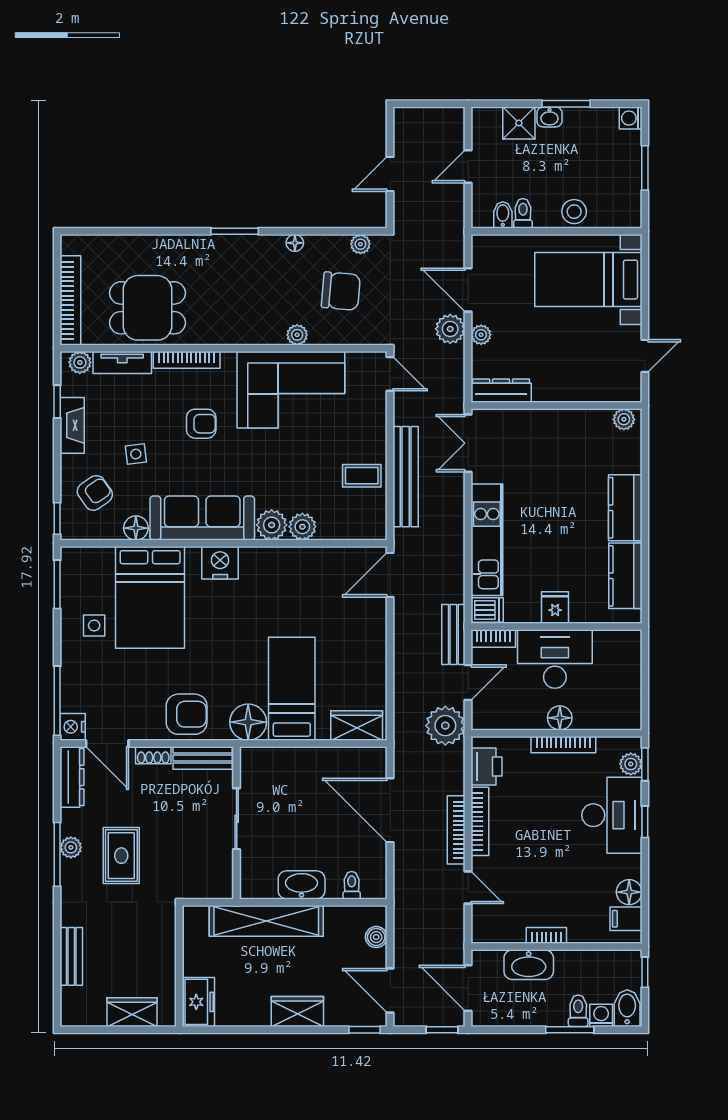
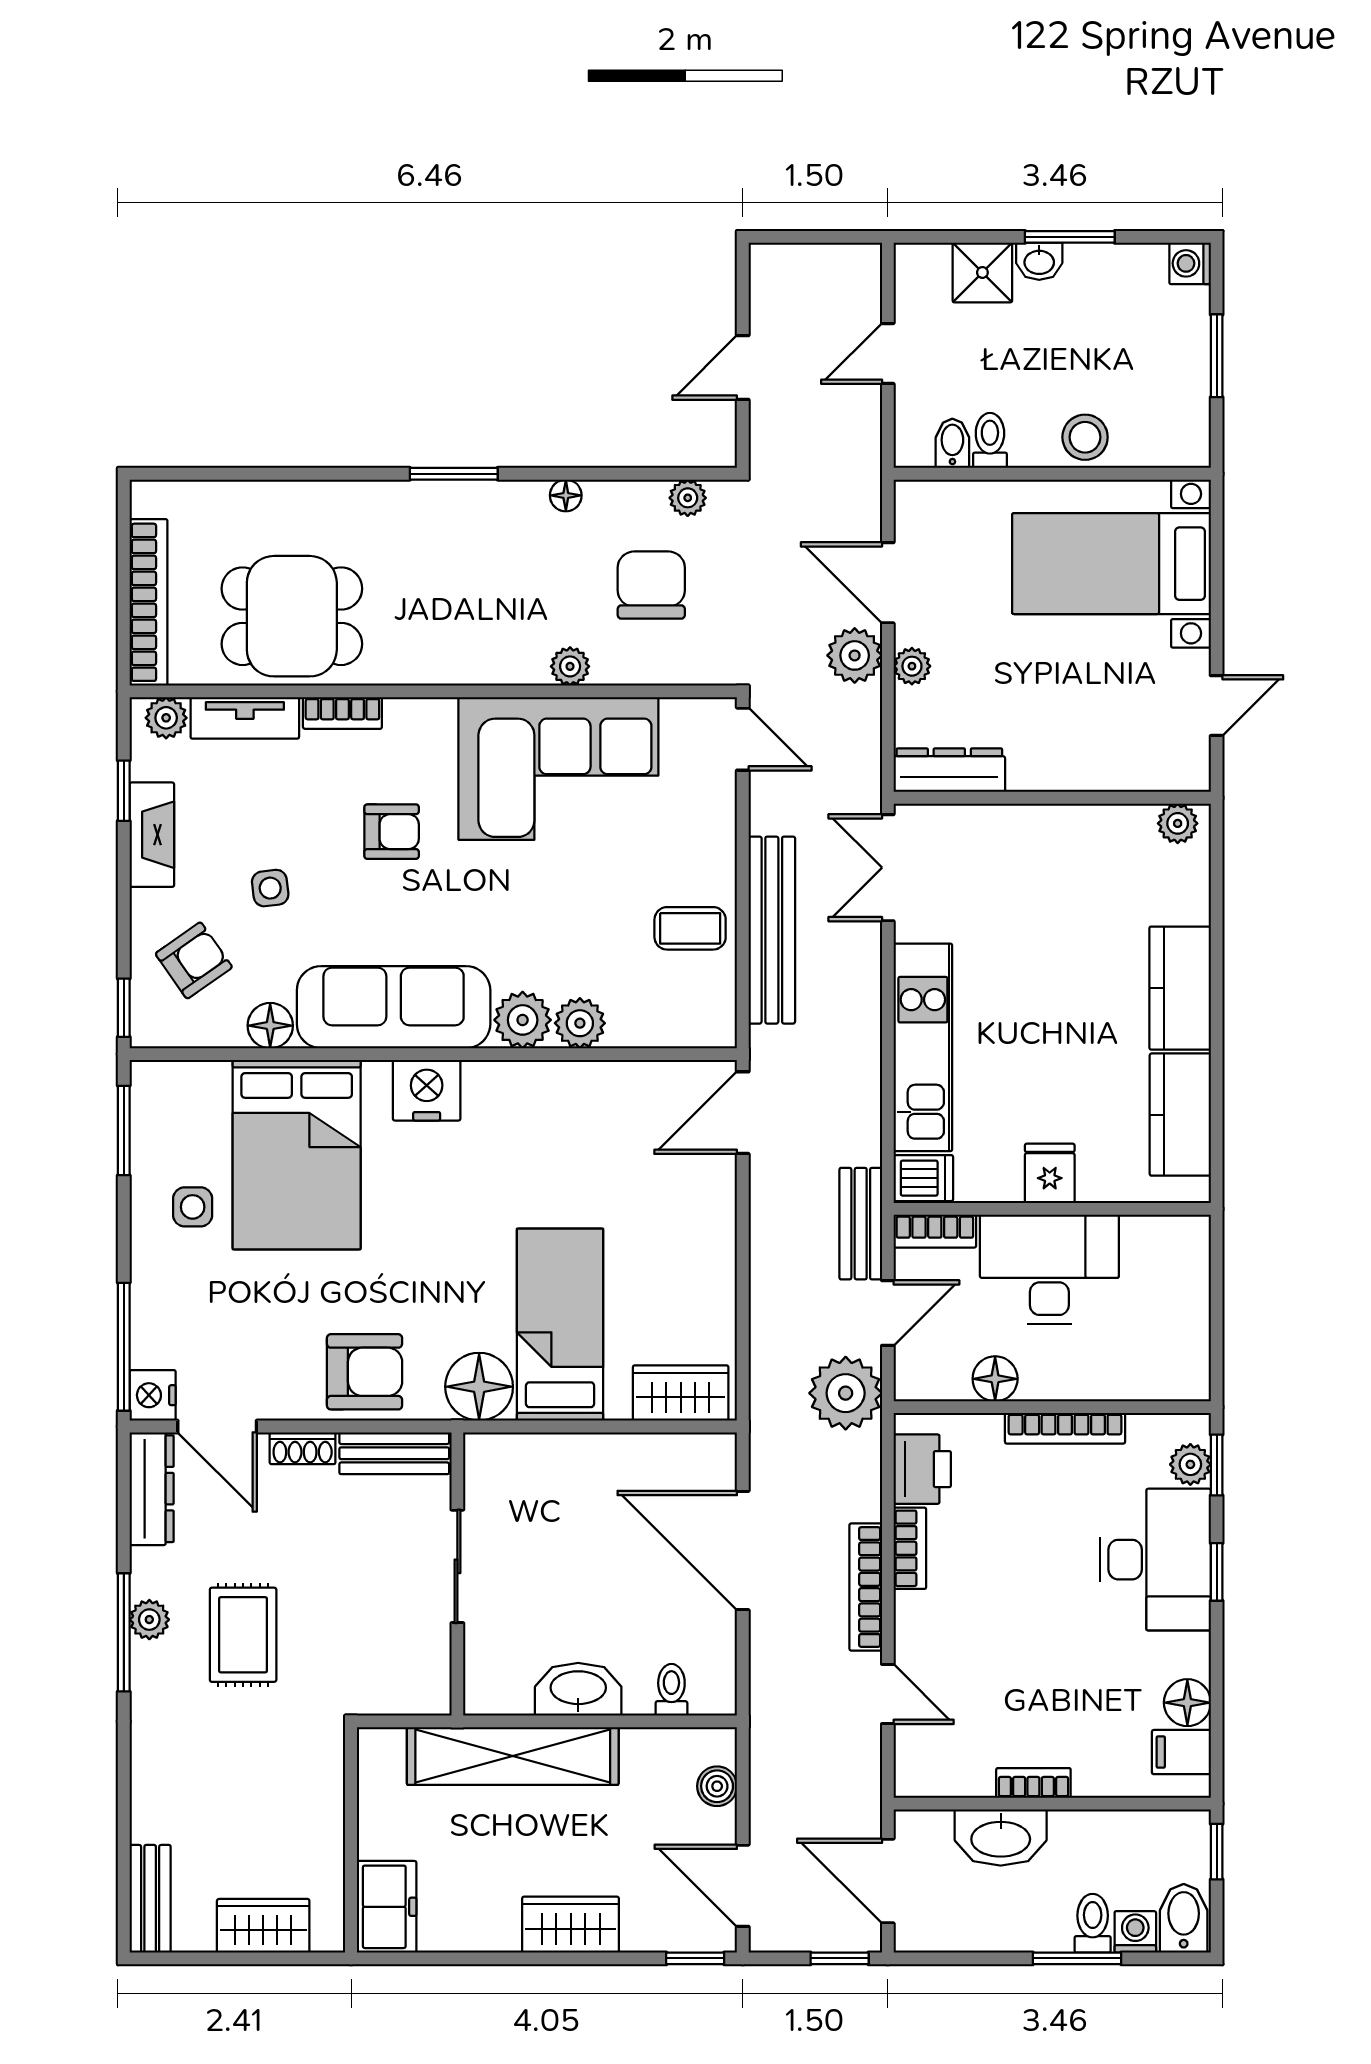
chair: (341, 291) -> (651, 585), turned -95
bookcase: (187, 360) -> (342, 713), width x0.64
floor lamp: (560, 718) -> (995, 1379), moved
bookcase: (480, 821) -> (910, 1548), width x0.64
bench: (71, 956) -> (150, 1899), moved

